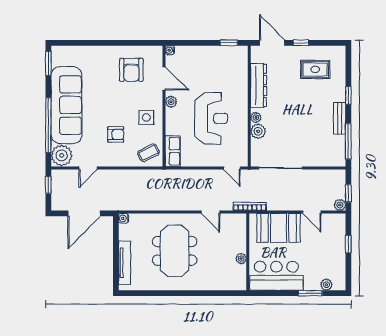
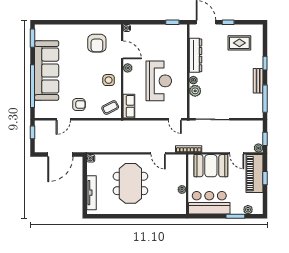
armchair: (116, 134) -> (79, 105), moved
plant: (62, 155) -> (43, 110), removed
piano: (335, 238) -> (255, 174), added

